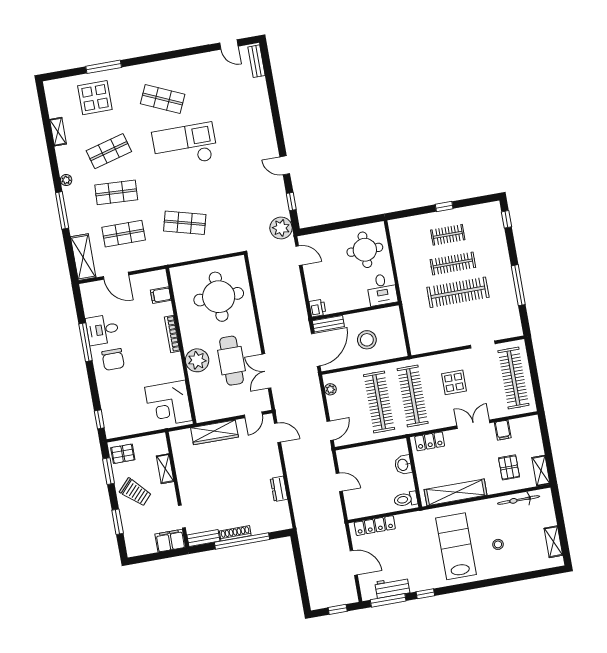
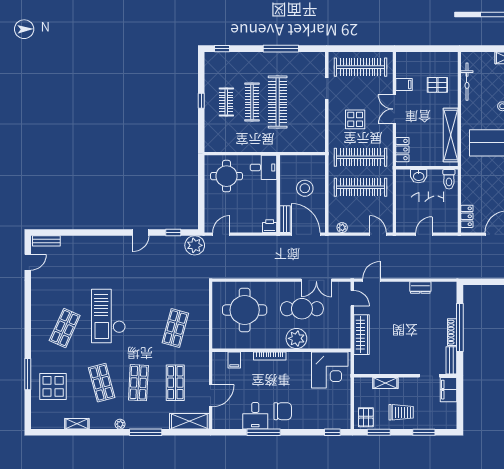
shelving: (541, 471) -> (445, 58), removed
trolley: (135, 492) -> (401, 412), turned 47
locker: (375, 526) -> (467, 216), width x0.66

